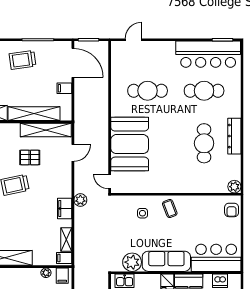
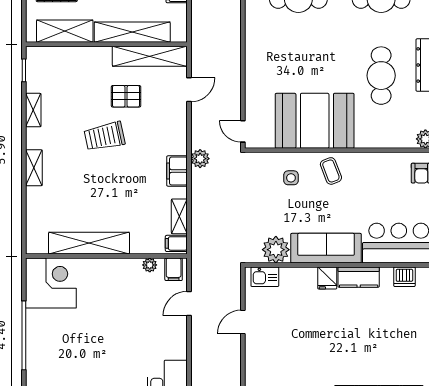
booth: (130, 144) -> (315, 121), moved, turned 90

